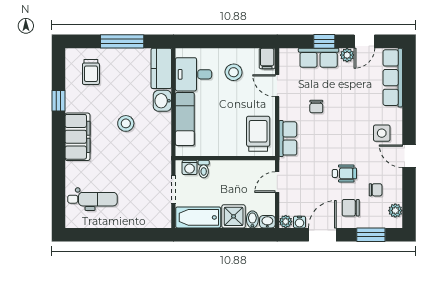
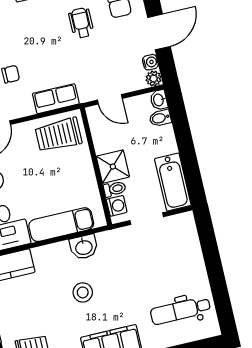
washbasin: (162, 101) -> (84, 247), moved
dental chair: (93, 199) -> (180, 311), turned -90
shower: (234, 216) -> (113, 167), moved
door: (322, 235) -> (159, 32), swing flipped

